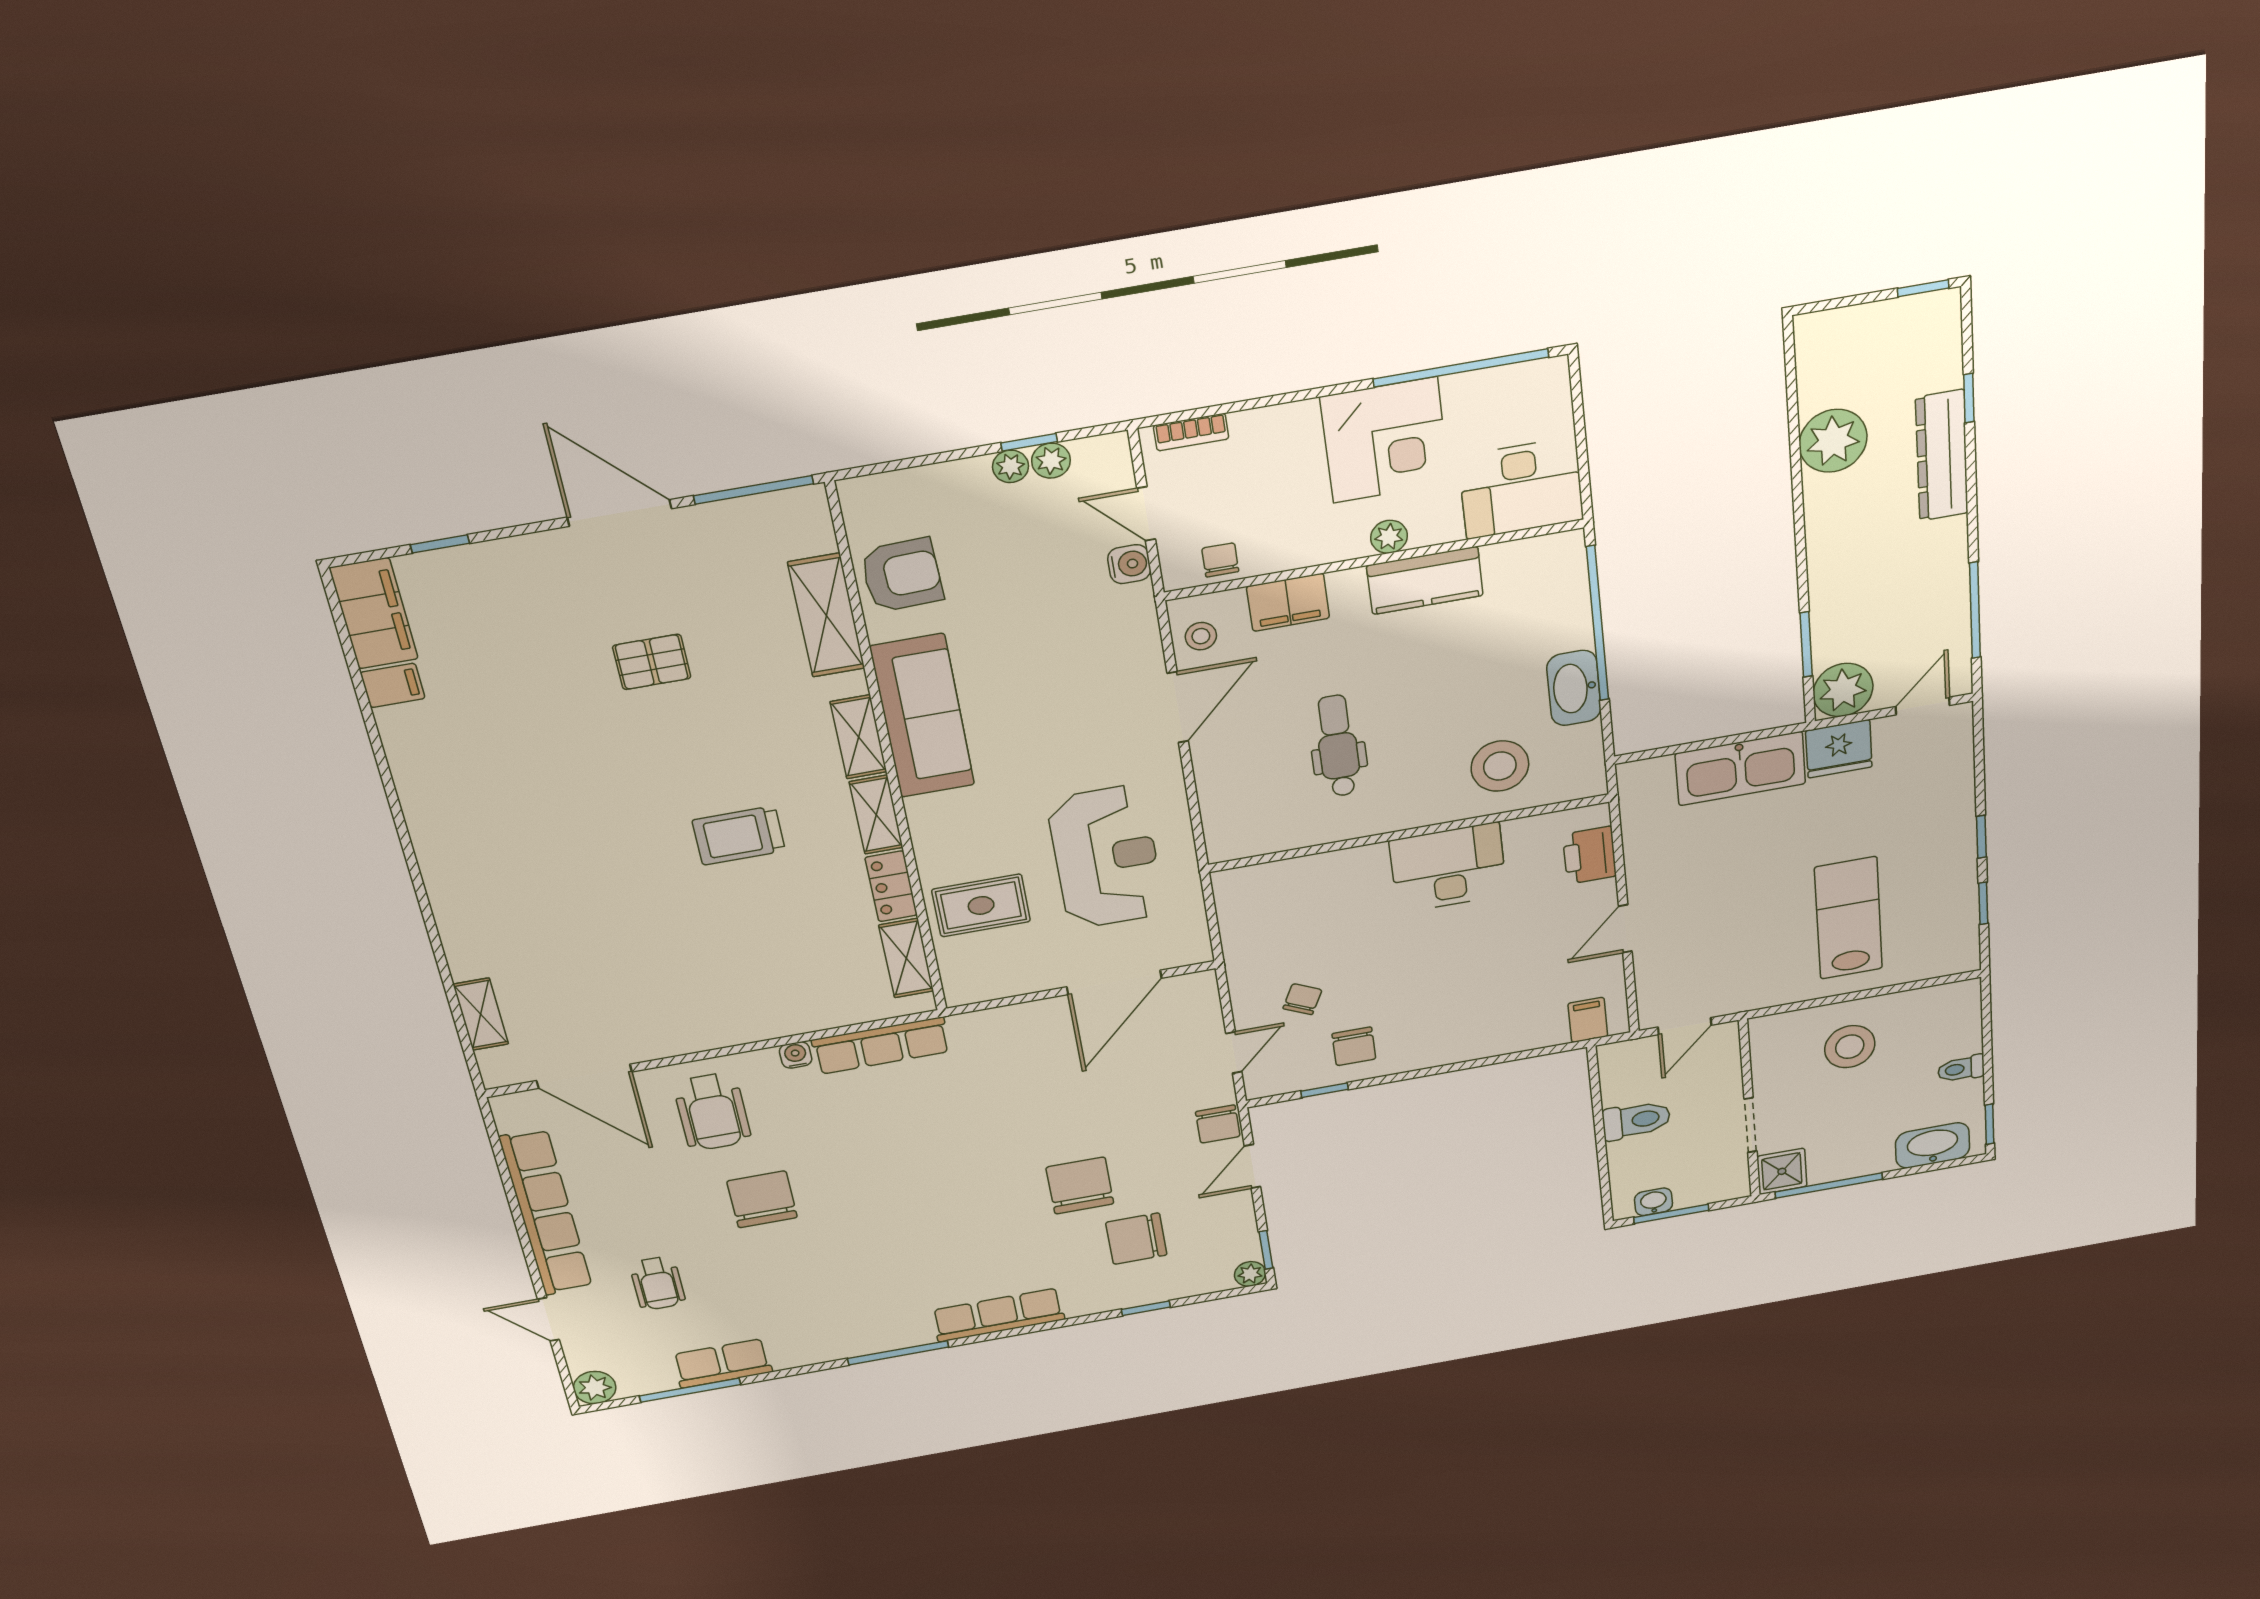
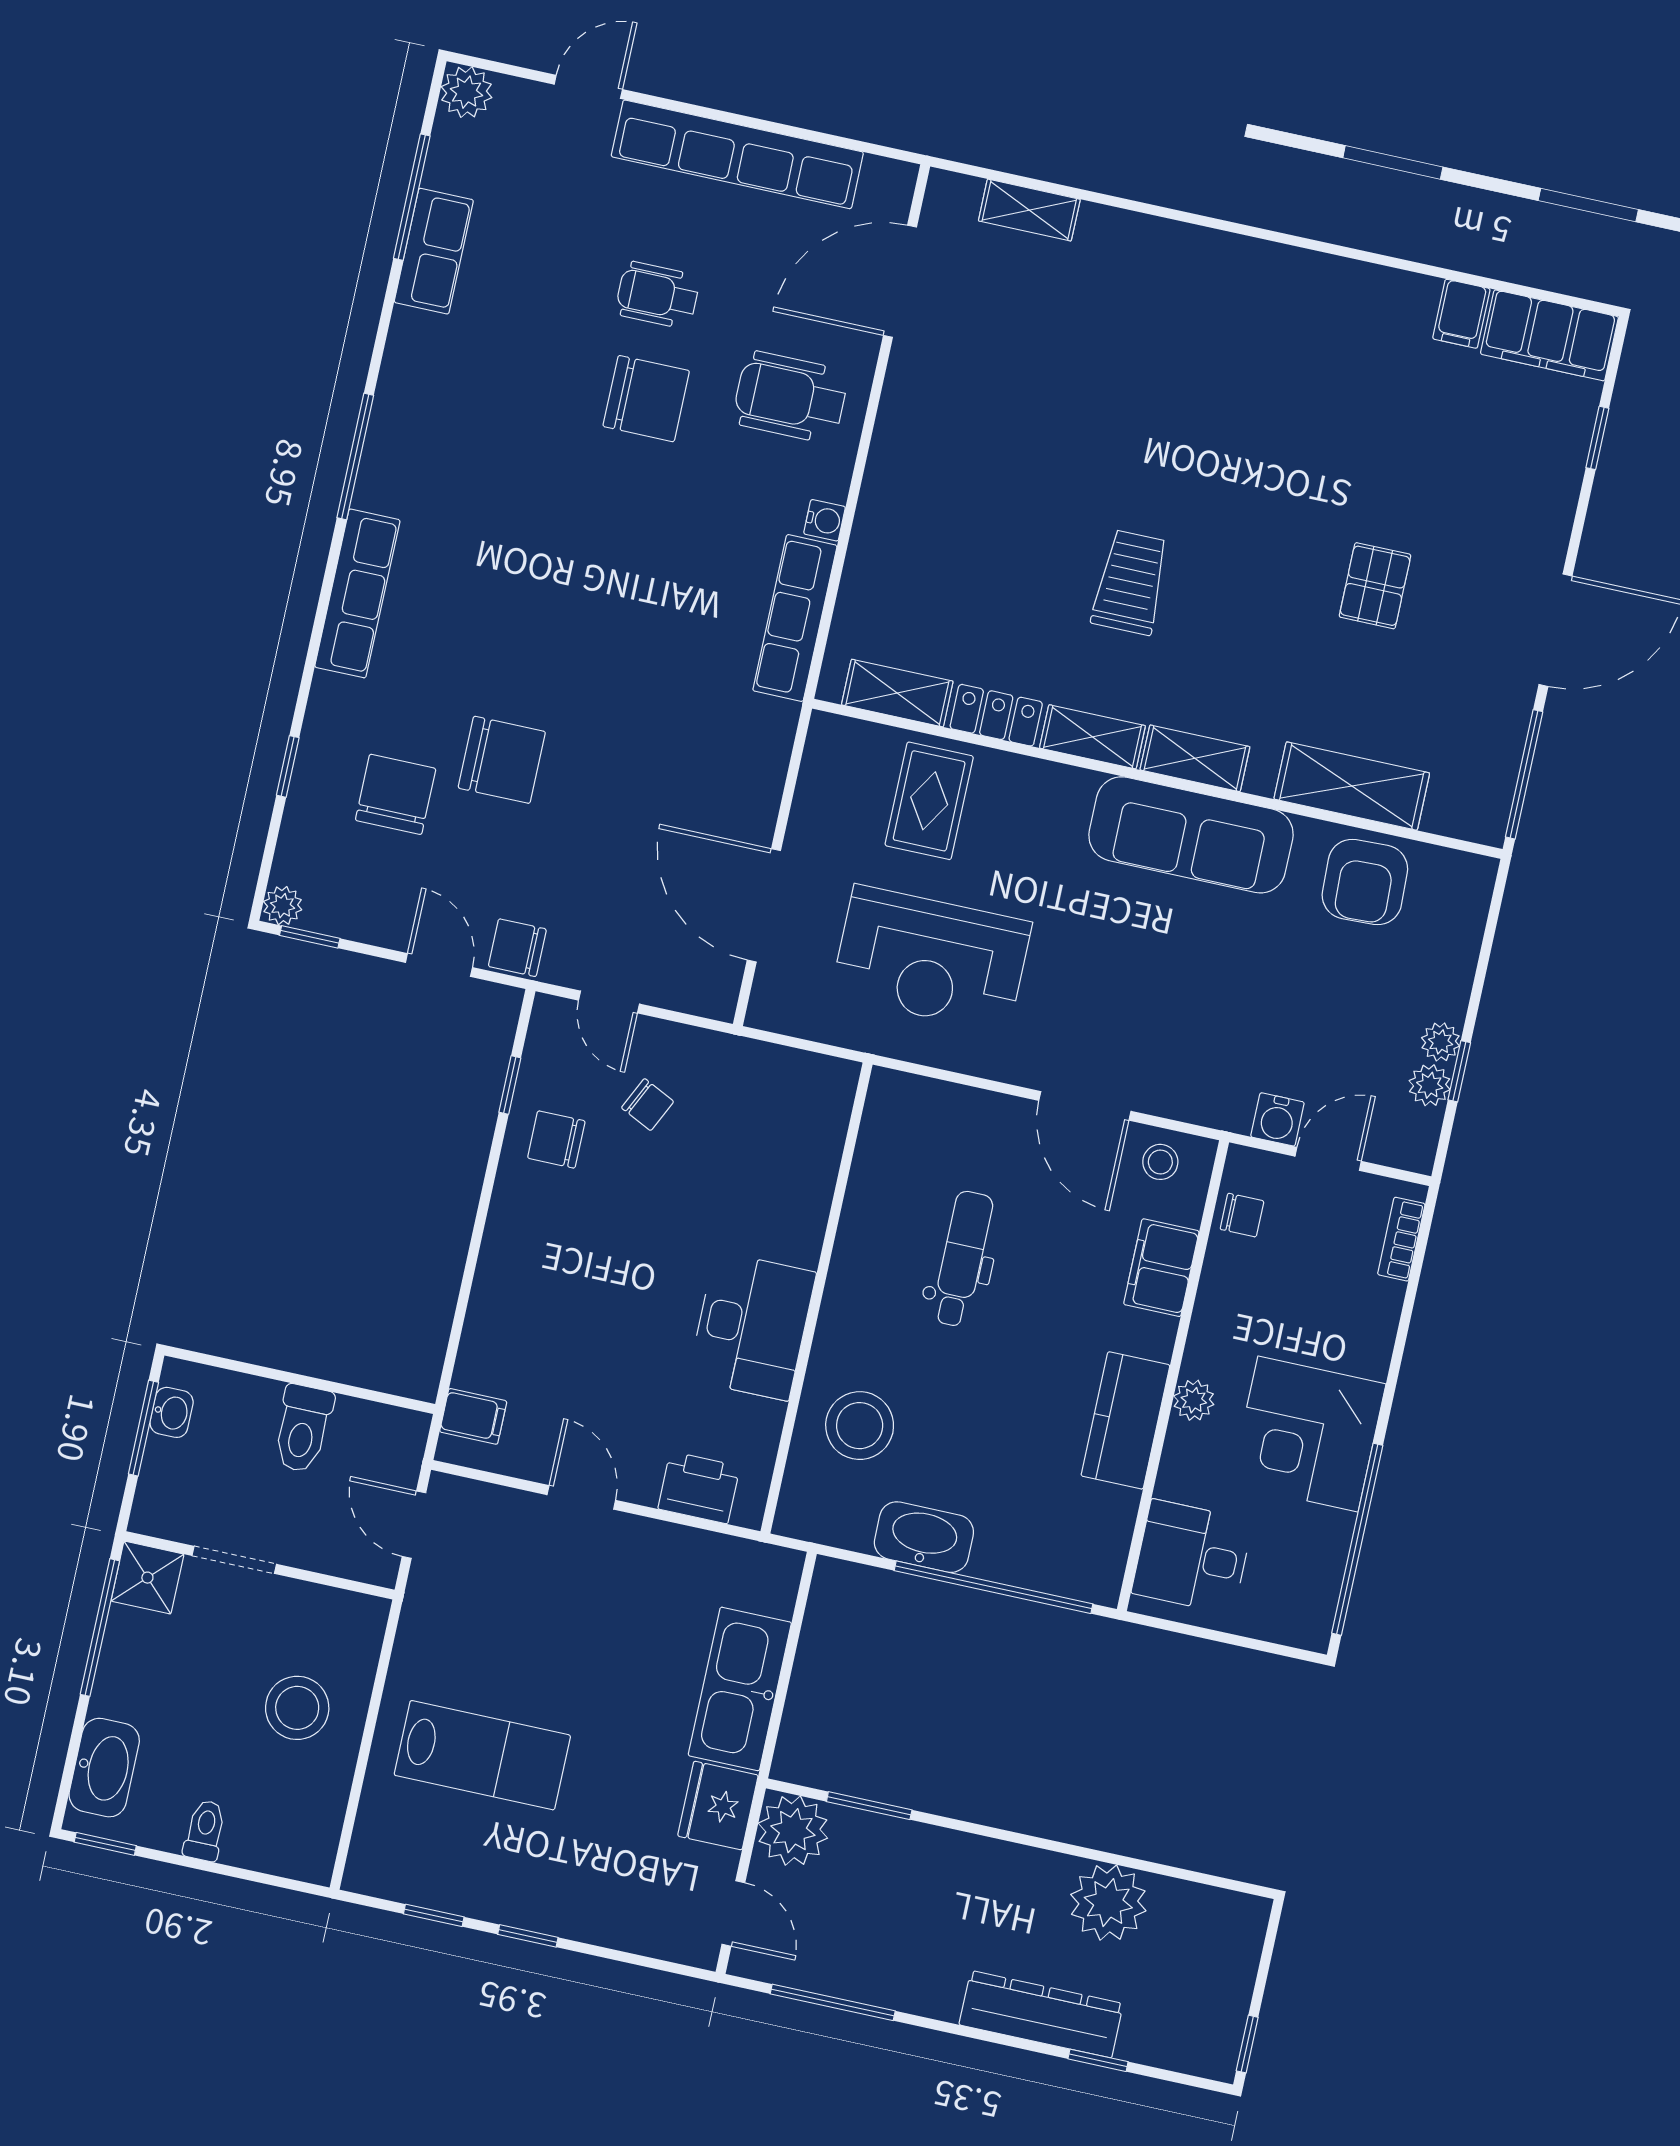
desk: (1521, 488) -> (1192, 1557), width x0.73
dental chair: (1338, 746) -> (962, 1259), turned -90
wheelchair: (657, 1283) -> (658, 295), moved

